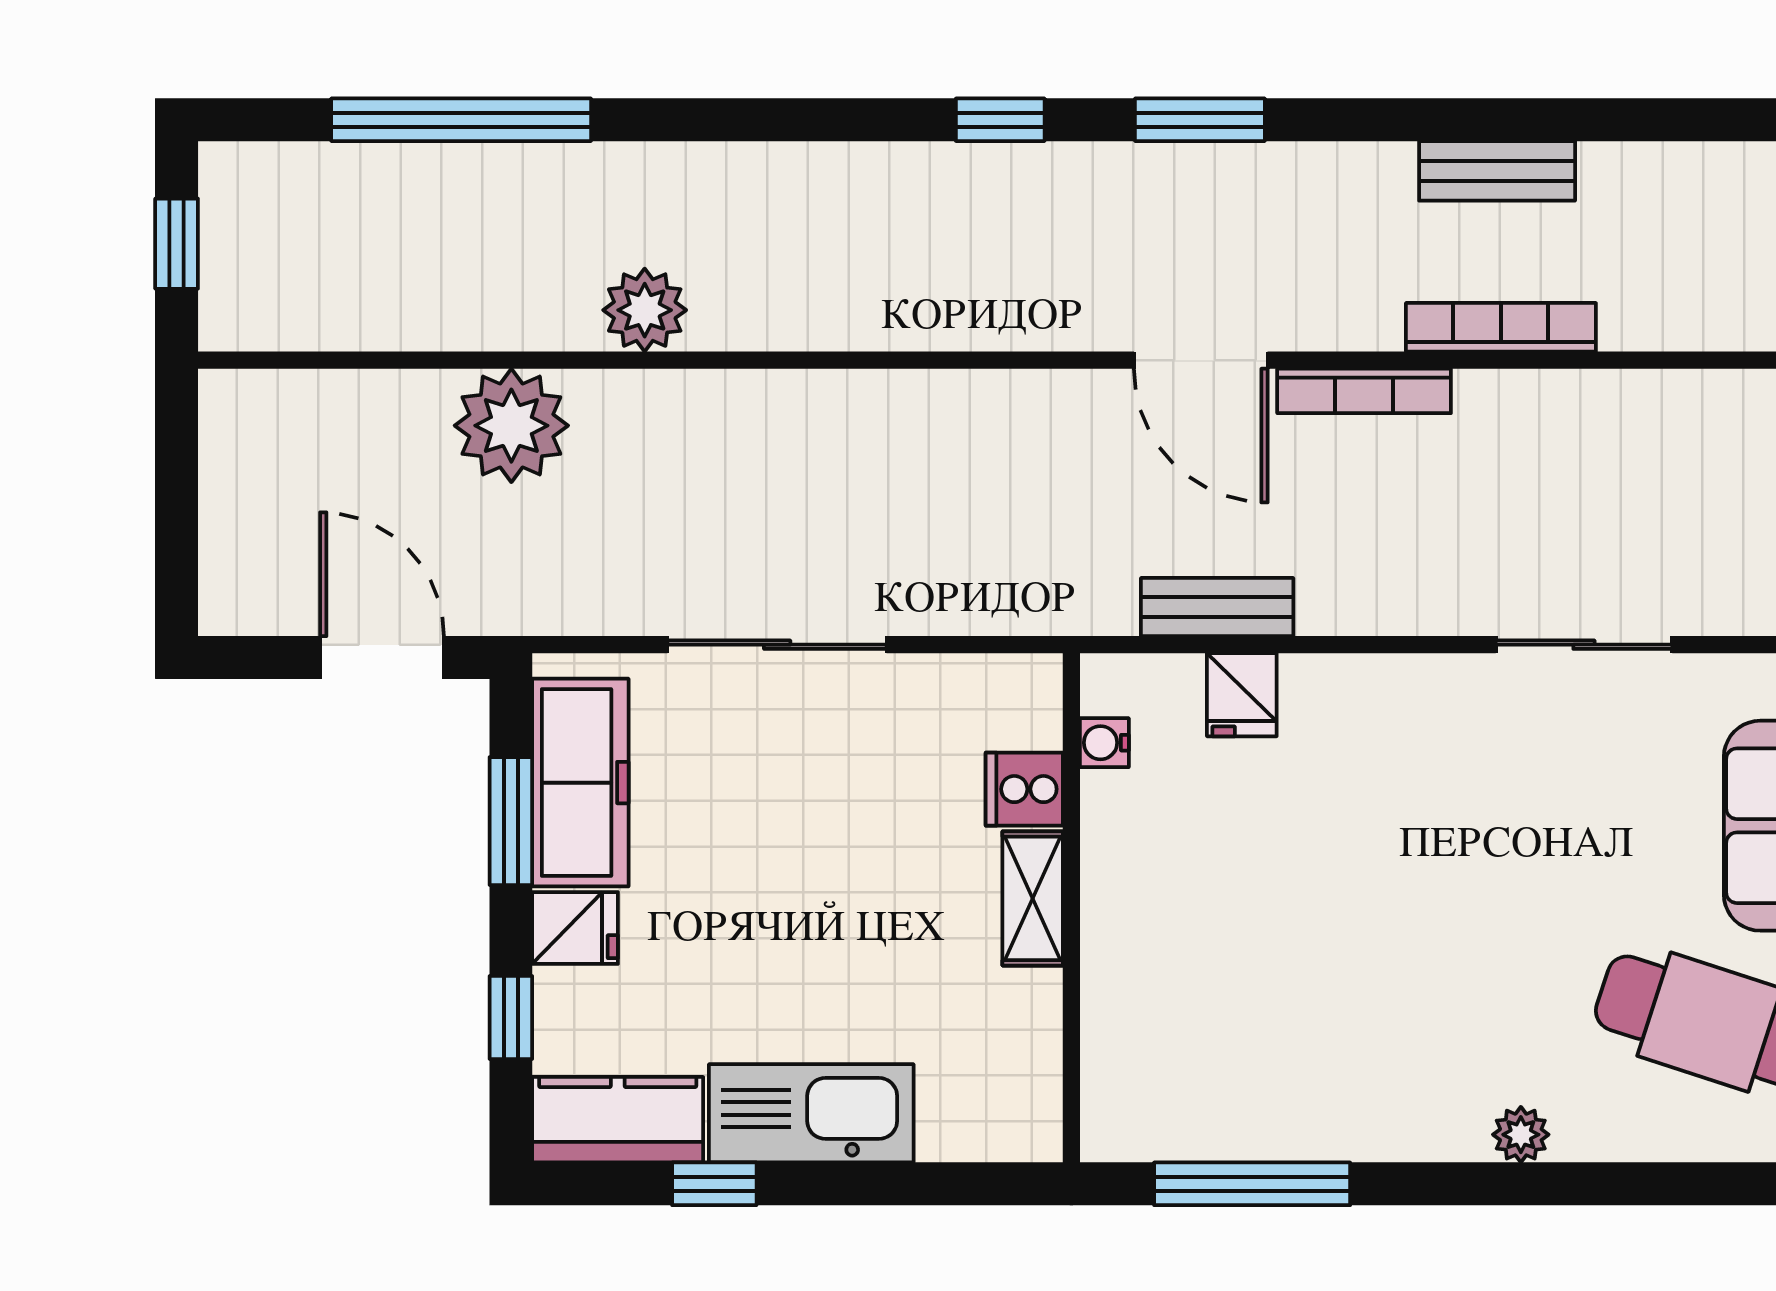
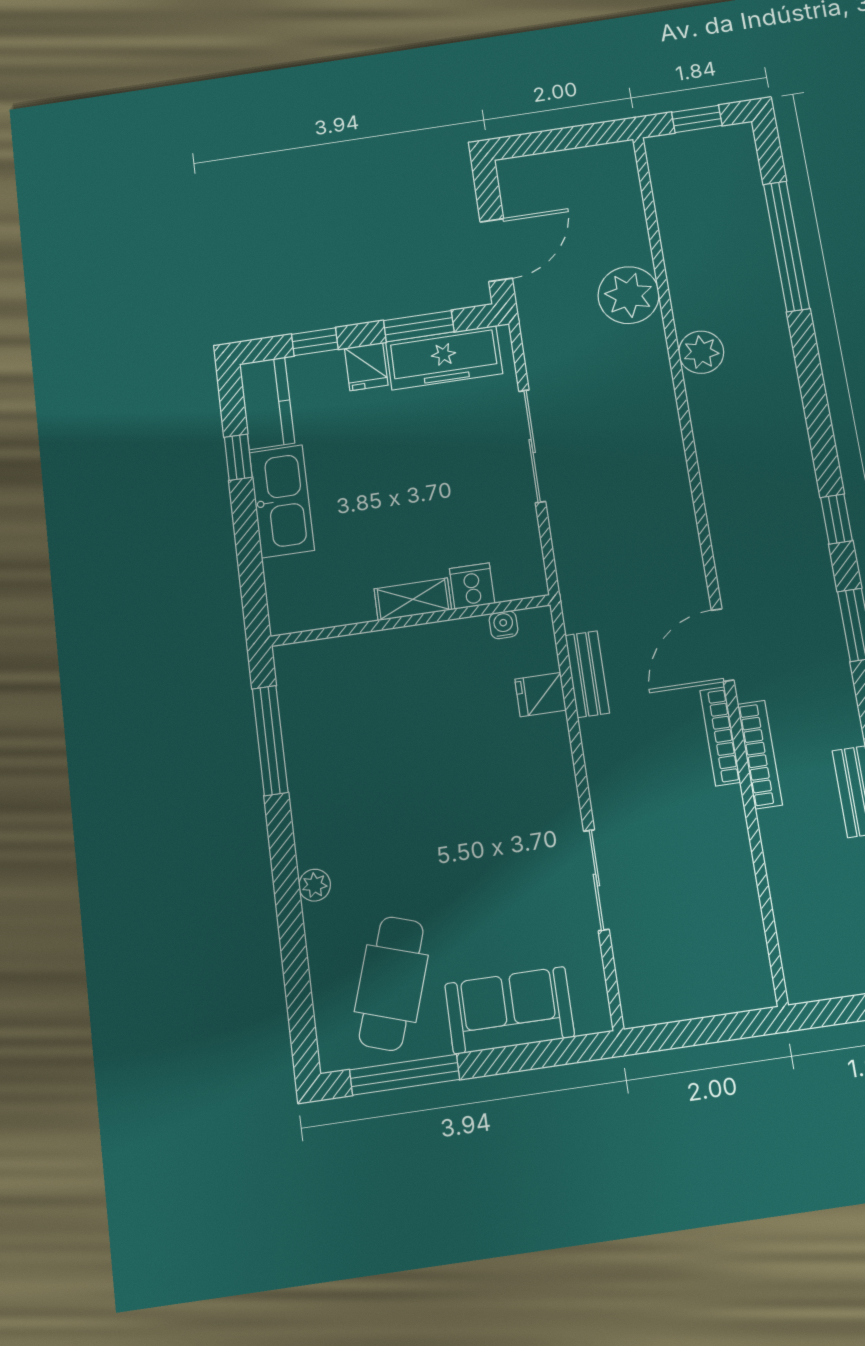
bookcase: (1501, 327) -> (760, 754), moved

